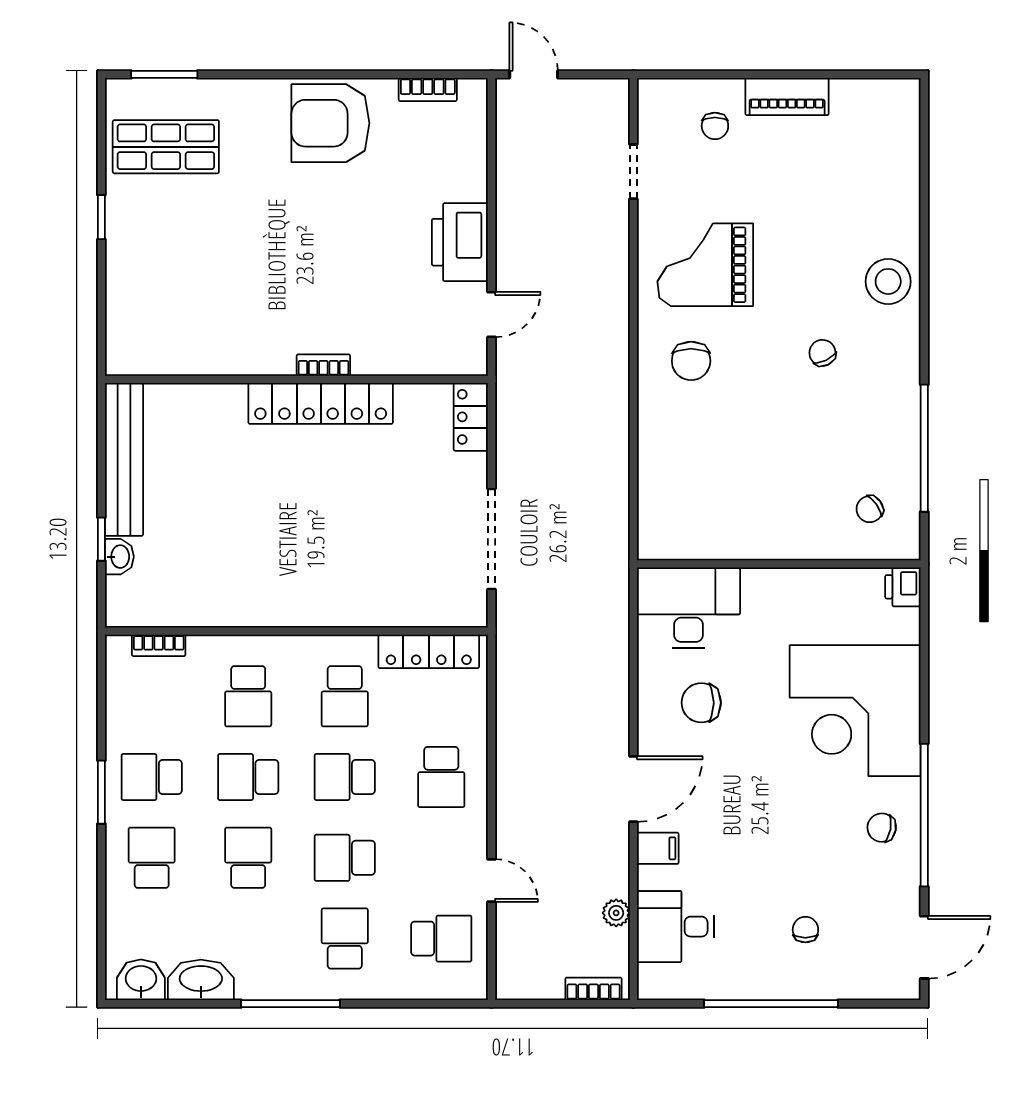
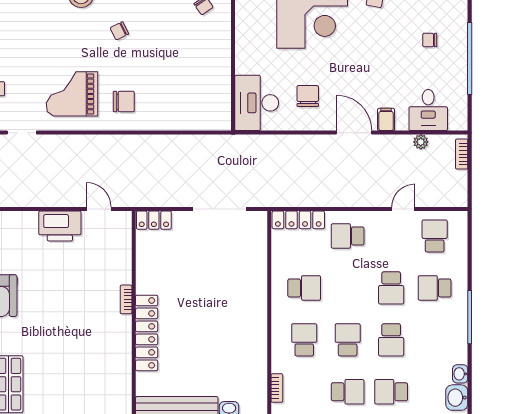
grand piano: (705, 265) -> (72, 94), turned 90
locker: (321, 403) -> (147, 333), moved
locker: (429, 651) -> (298, 220), moved, turned 90
school desk: (248, 696) -> (304, 340), turned -90
chair: (701, 703) -> (308, 96), turned 180
school desk: (152, 777) -> (348, 392), turned -90
school desk: (248, 777) -> (348, 340), turned 180
school desk: (345, 777) -> (348, 288), removed
school desk: (441, 777) -> (348, 236), turned 180
school desk: (248, 858) -> (391, 340), turned -90
washbasin: (201, 980) -> (460, 374), width x0.52, depth x0.69

